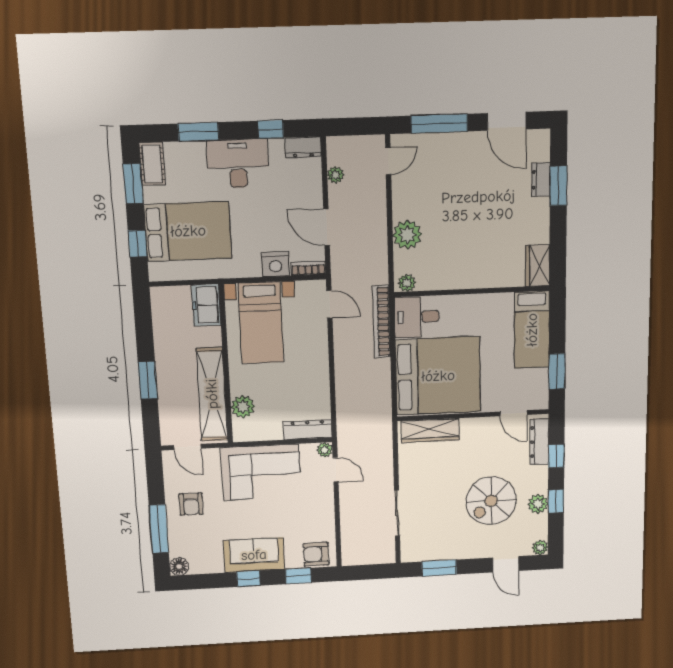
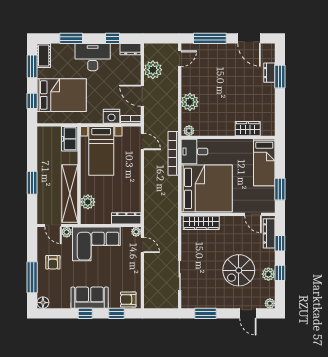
plant: (335, 175) -> (153, 70), width x1.87, depth x1.87
wardrobe: (538, 266) -> (248, 129), moved, turned 90
plant: (211, 456) -> (67, 232), added

